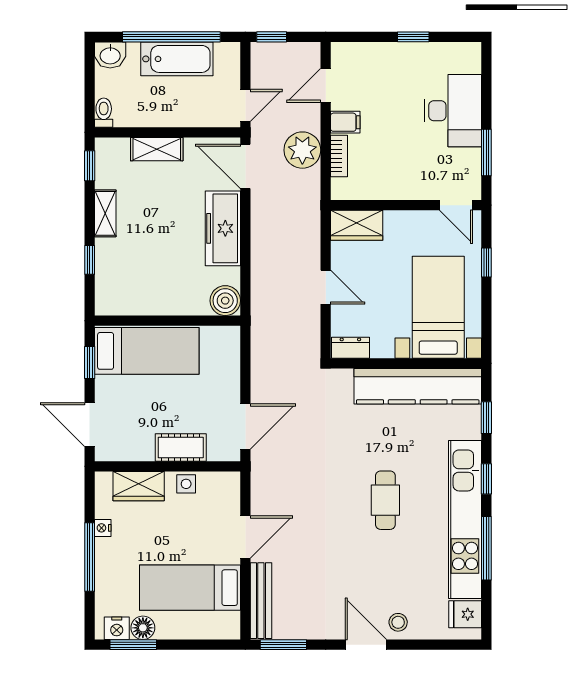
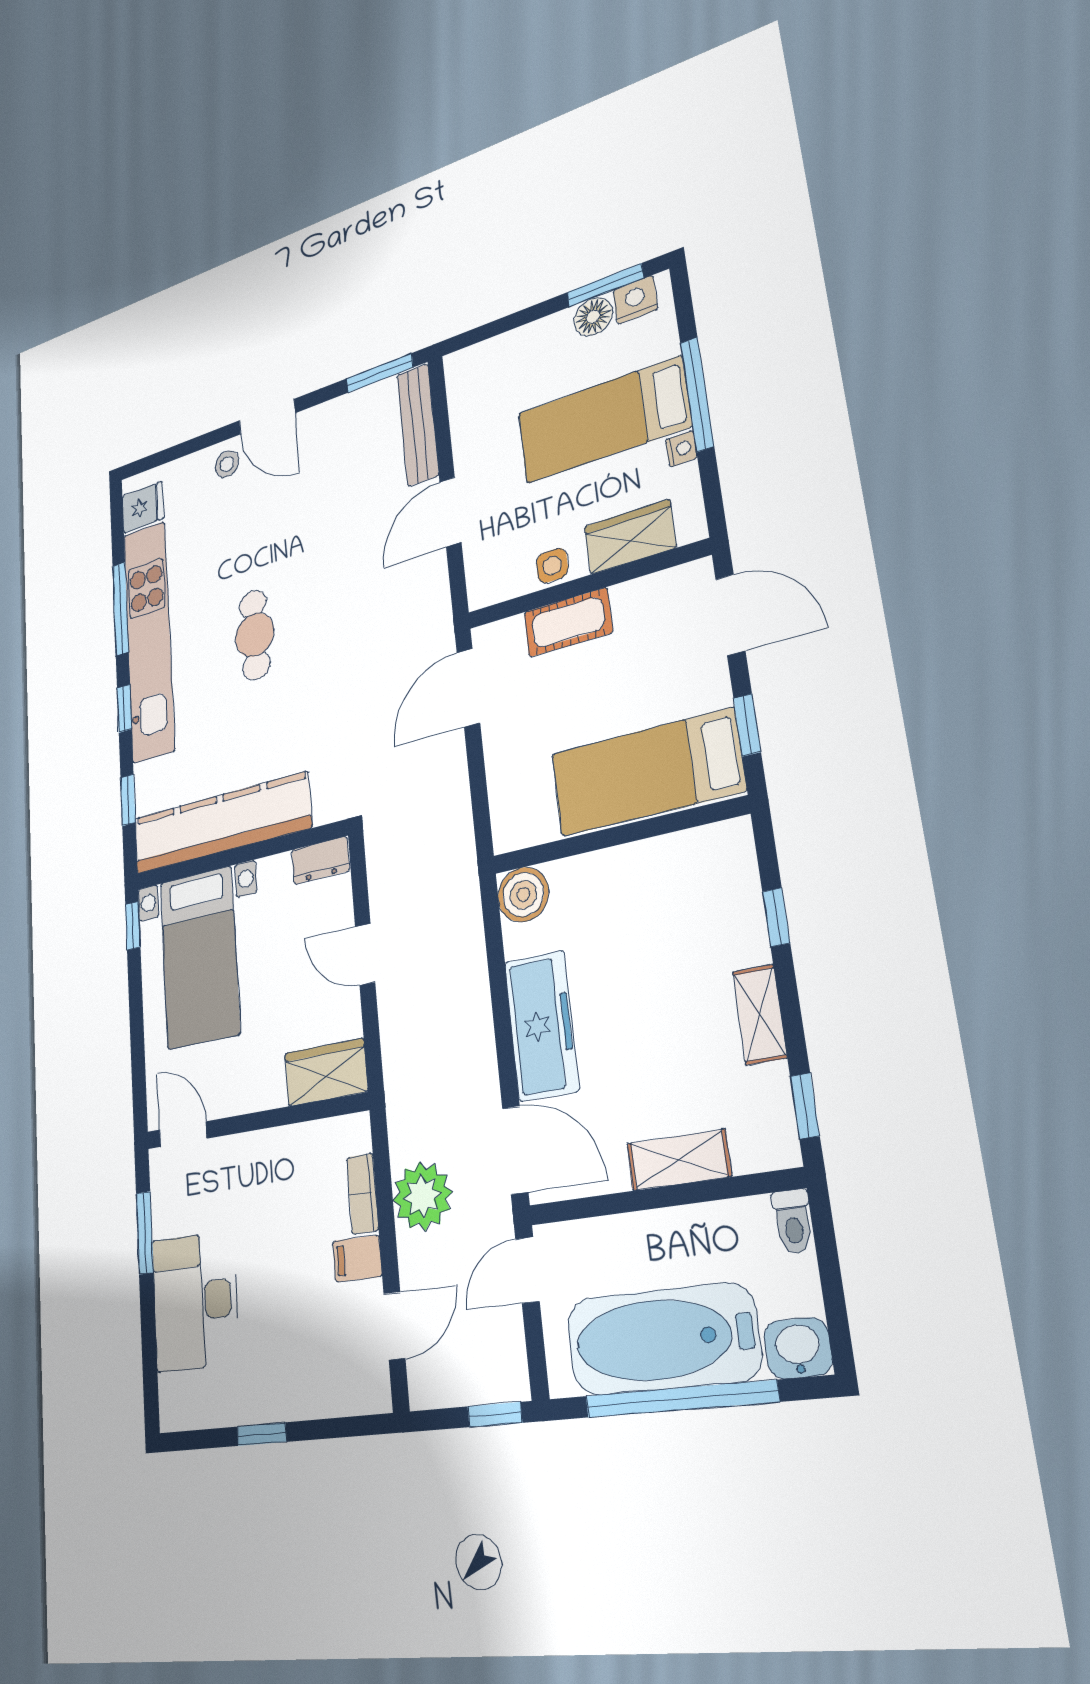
bathtub: (177, 59) -> (663, 1339), width x1.36, depth x1.36
window: (486, 263) -> (133, 926), moved
bed: (190, 588) -> (603, 420), moved, turned 180

